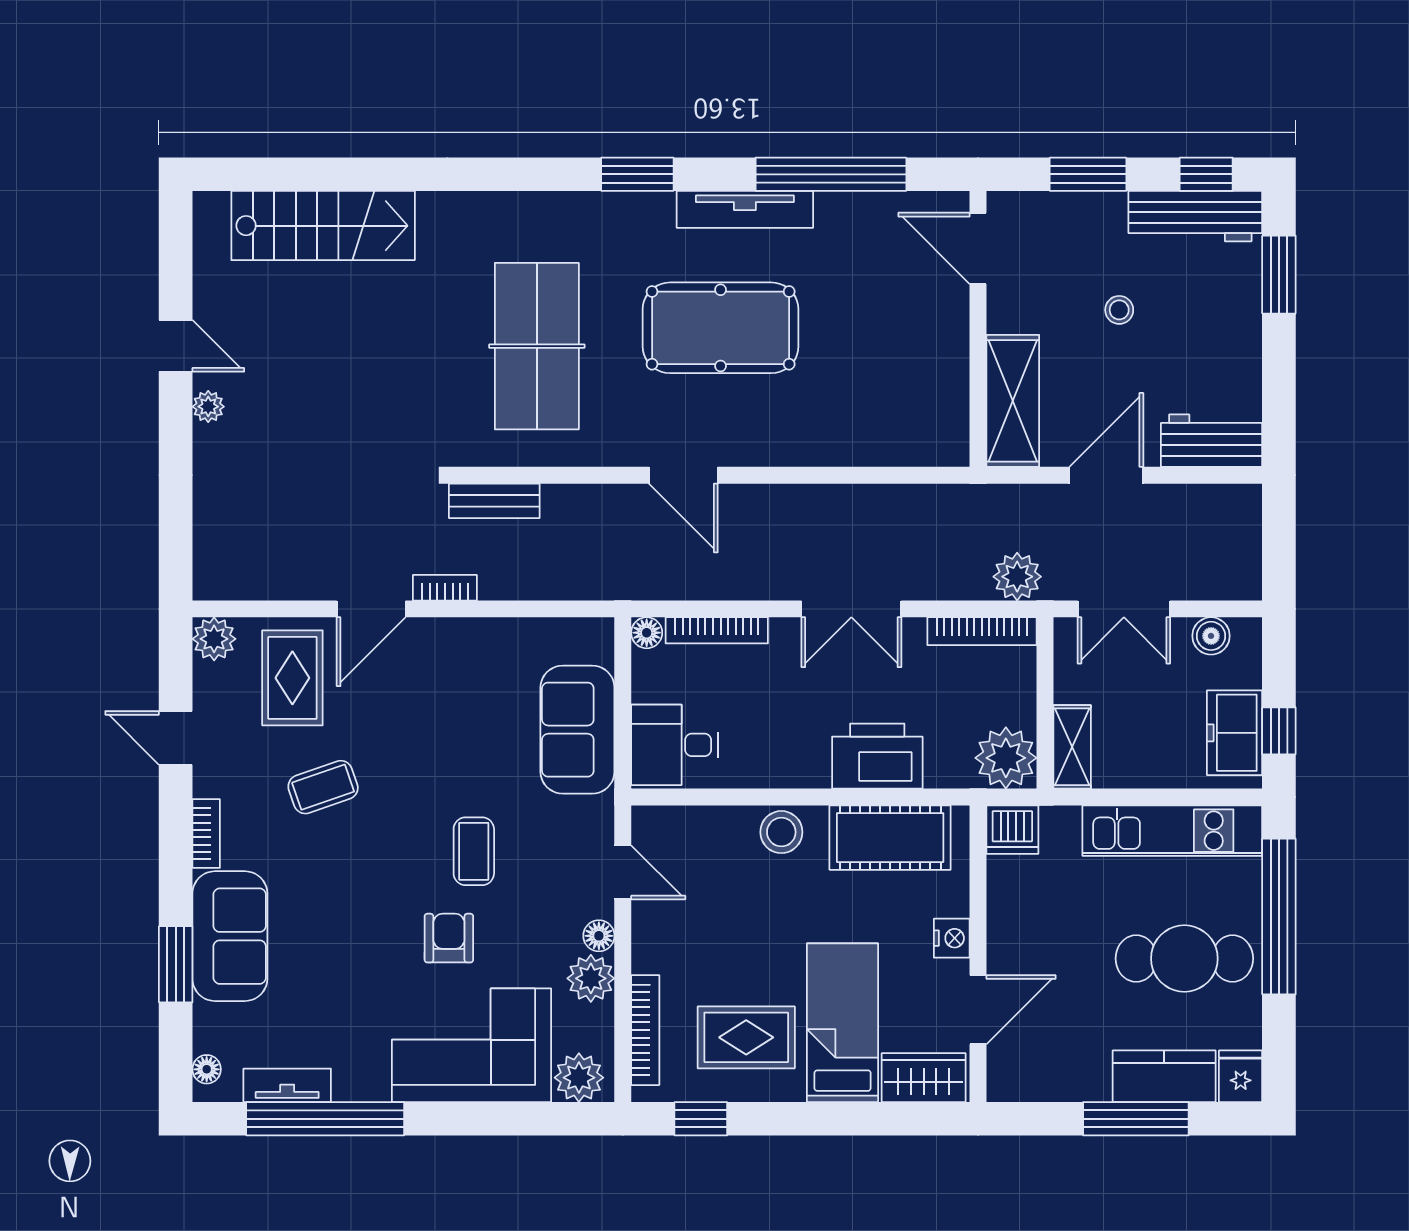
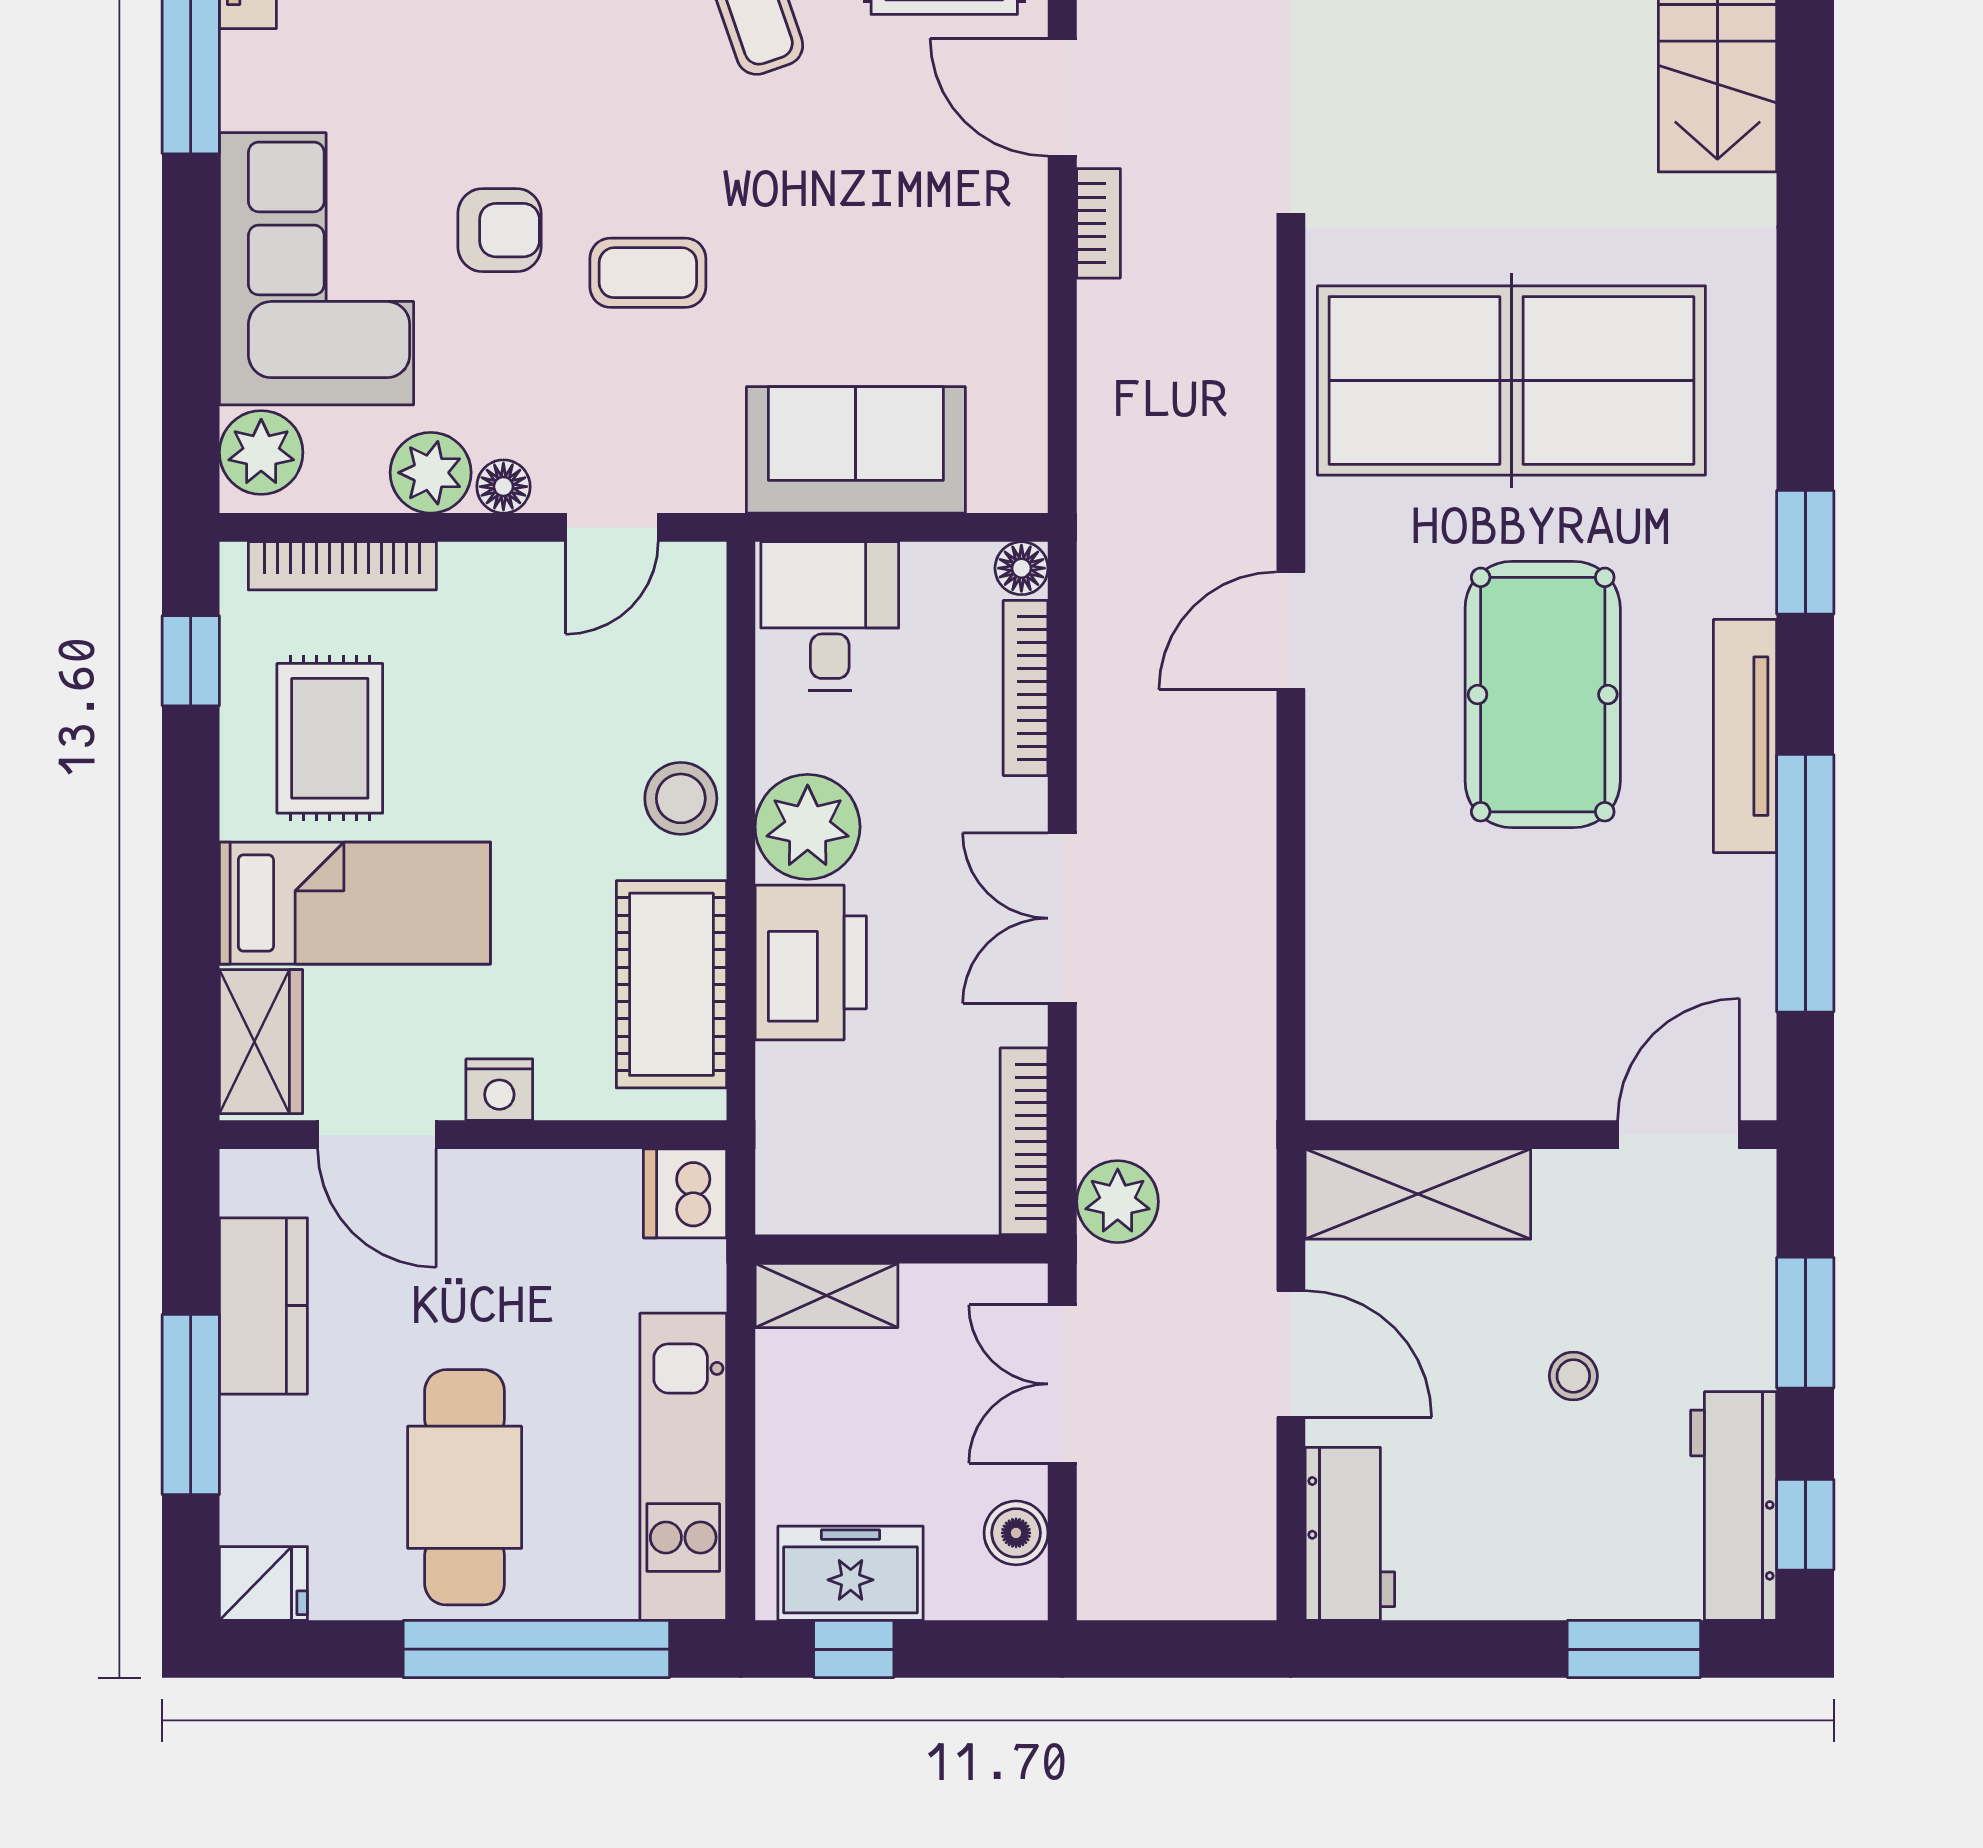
table tennis table: (537, 346) -> (1511, 380), width x1.36, depth x1.32
bench: (494, 501) -> (1247, 308), removed
plant: (1006, 758) -> (808, 827), moved
kitchen counter: (1164, 1076) -> (263, 1306), moved

